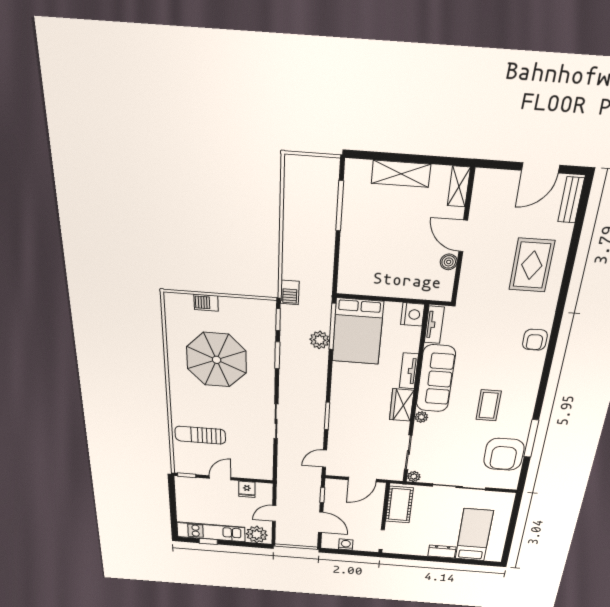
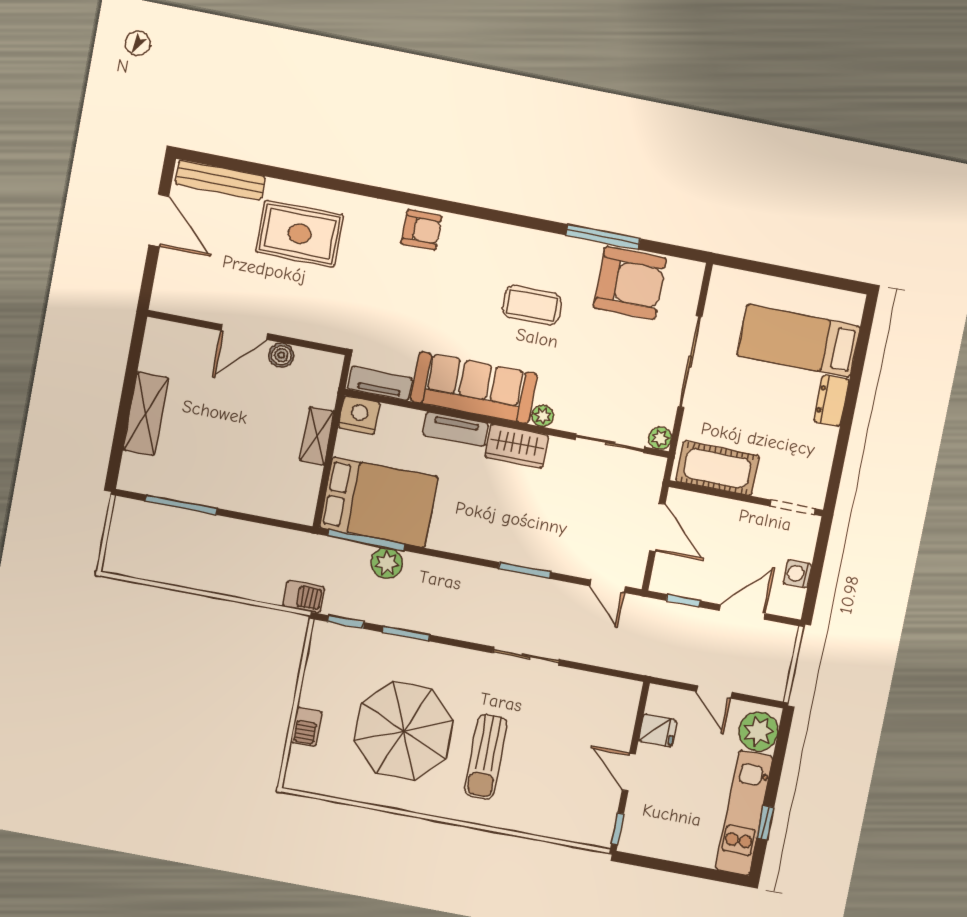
shelving: (459, 187) -> (317, 436), moved, turned 90
bench: (571, 200) -> (220, 180), width x1.36
sun lounger: (200, 435) -> (486, 757), moved

